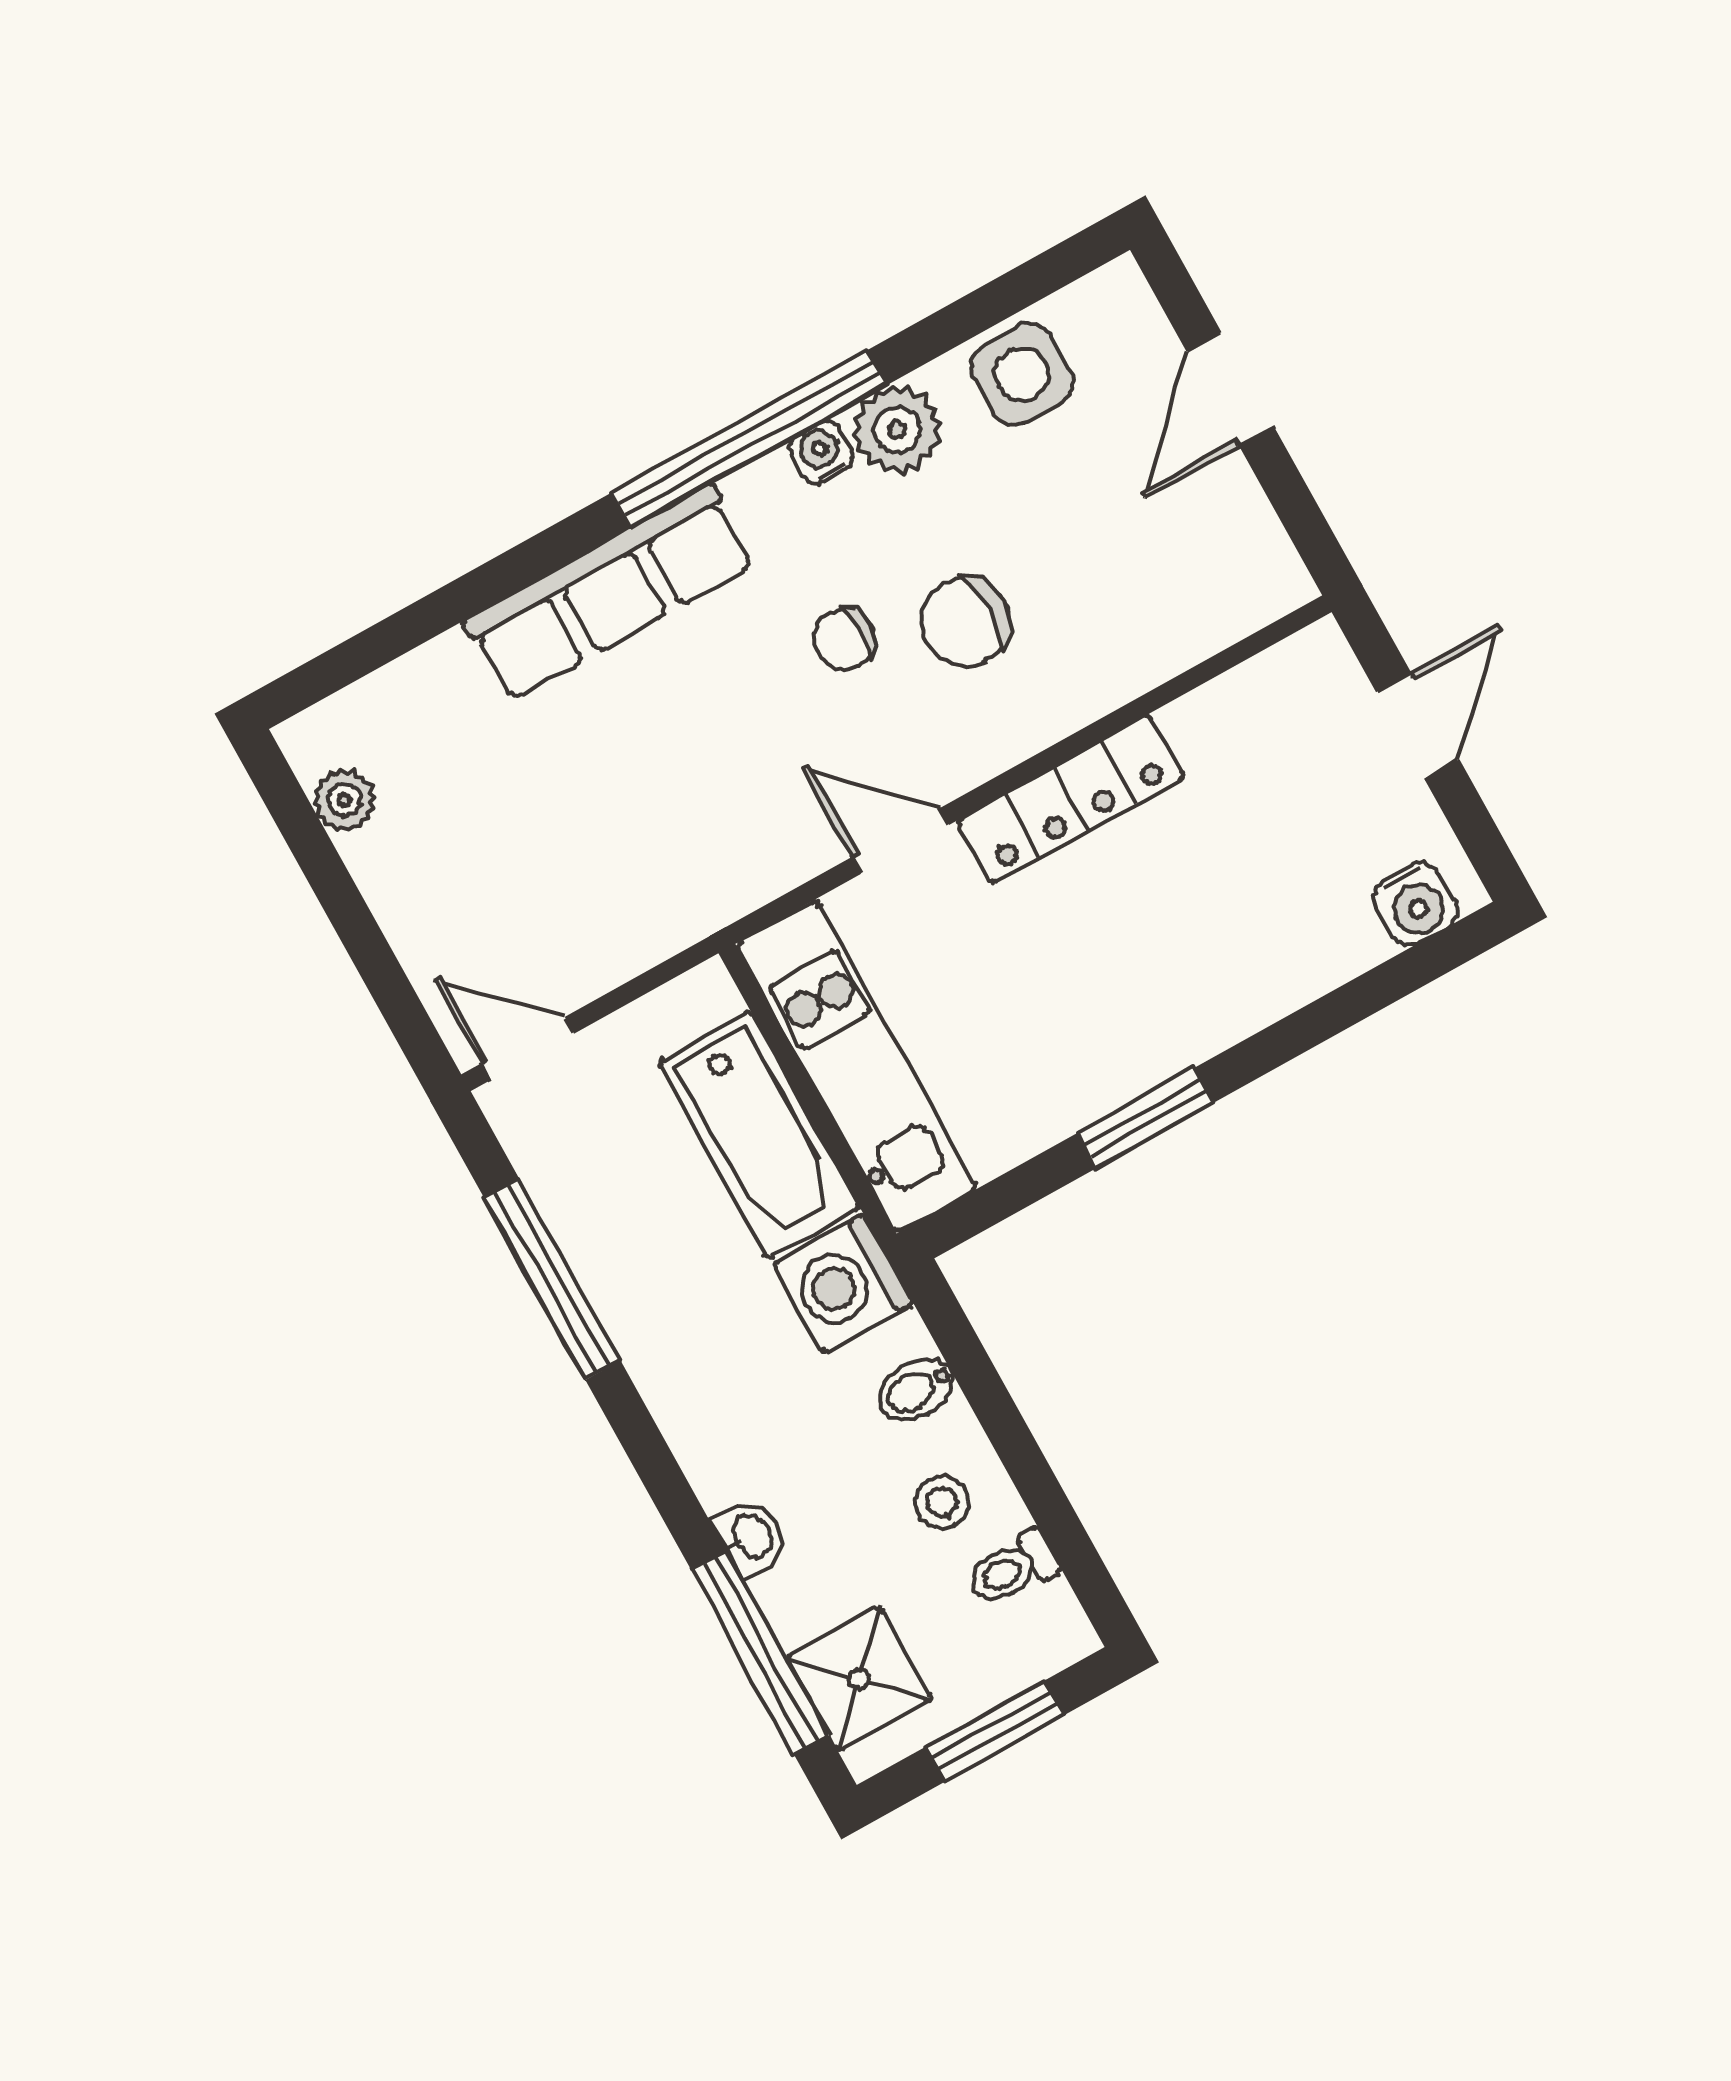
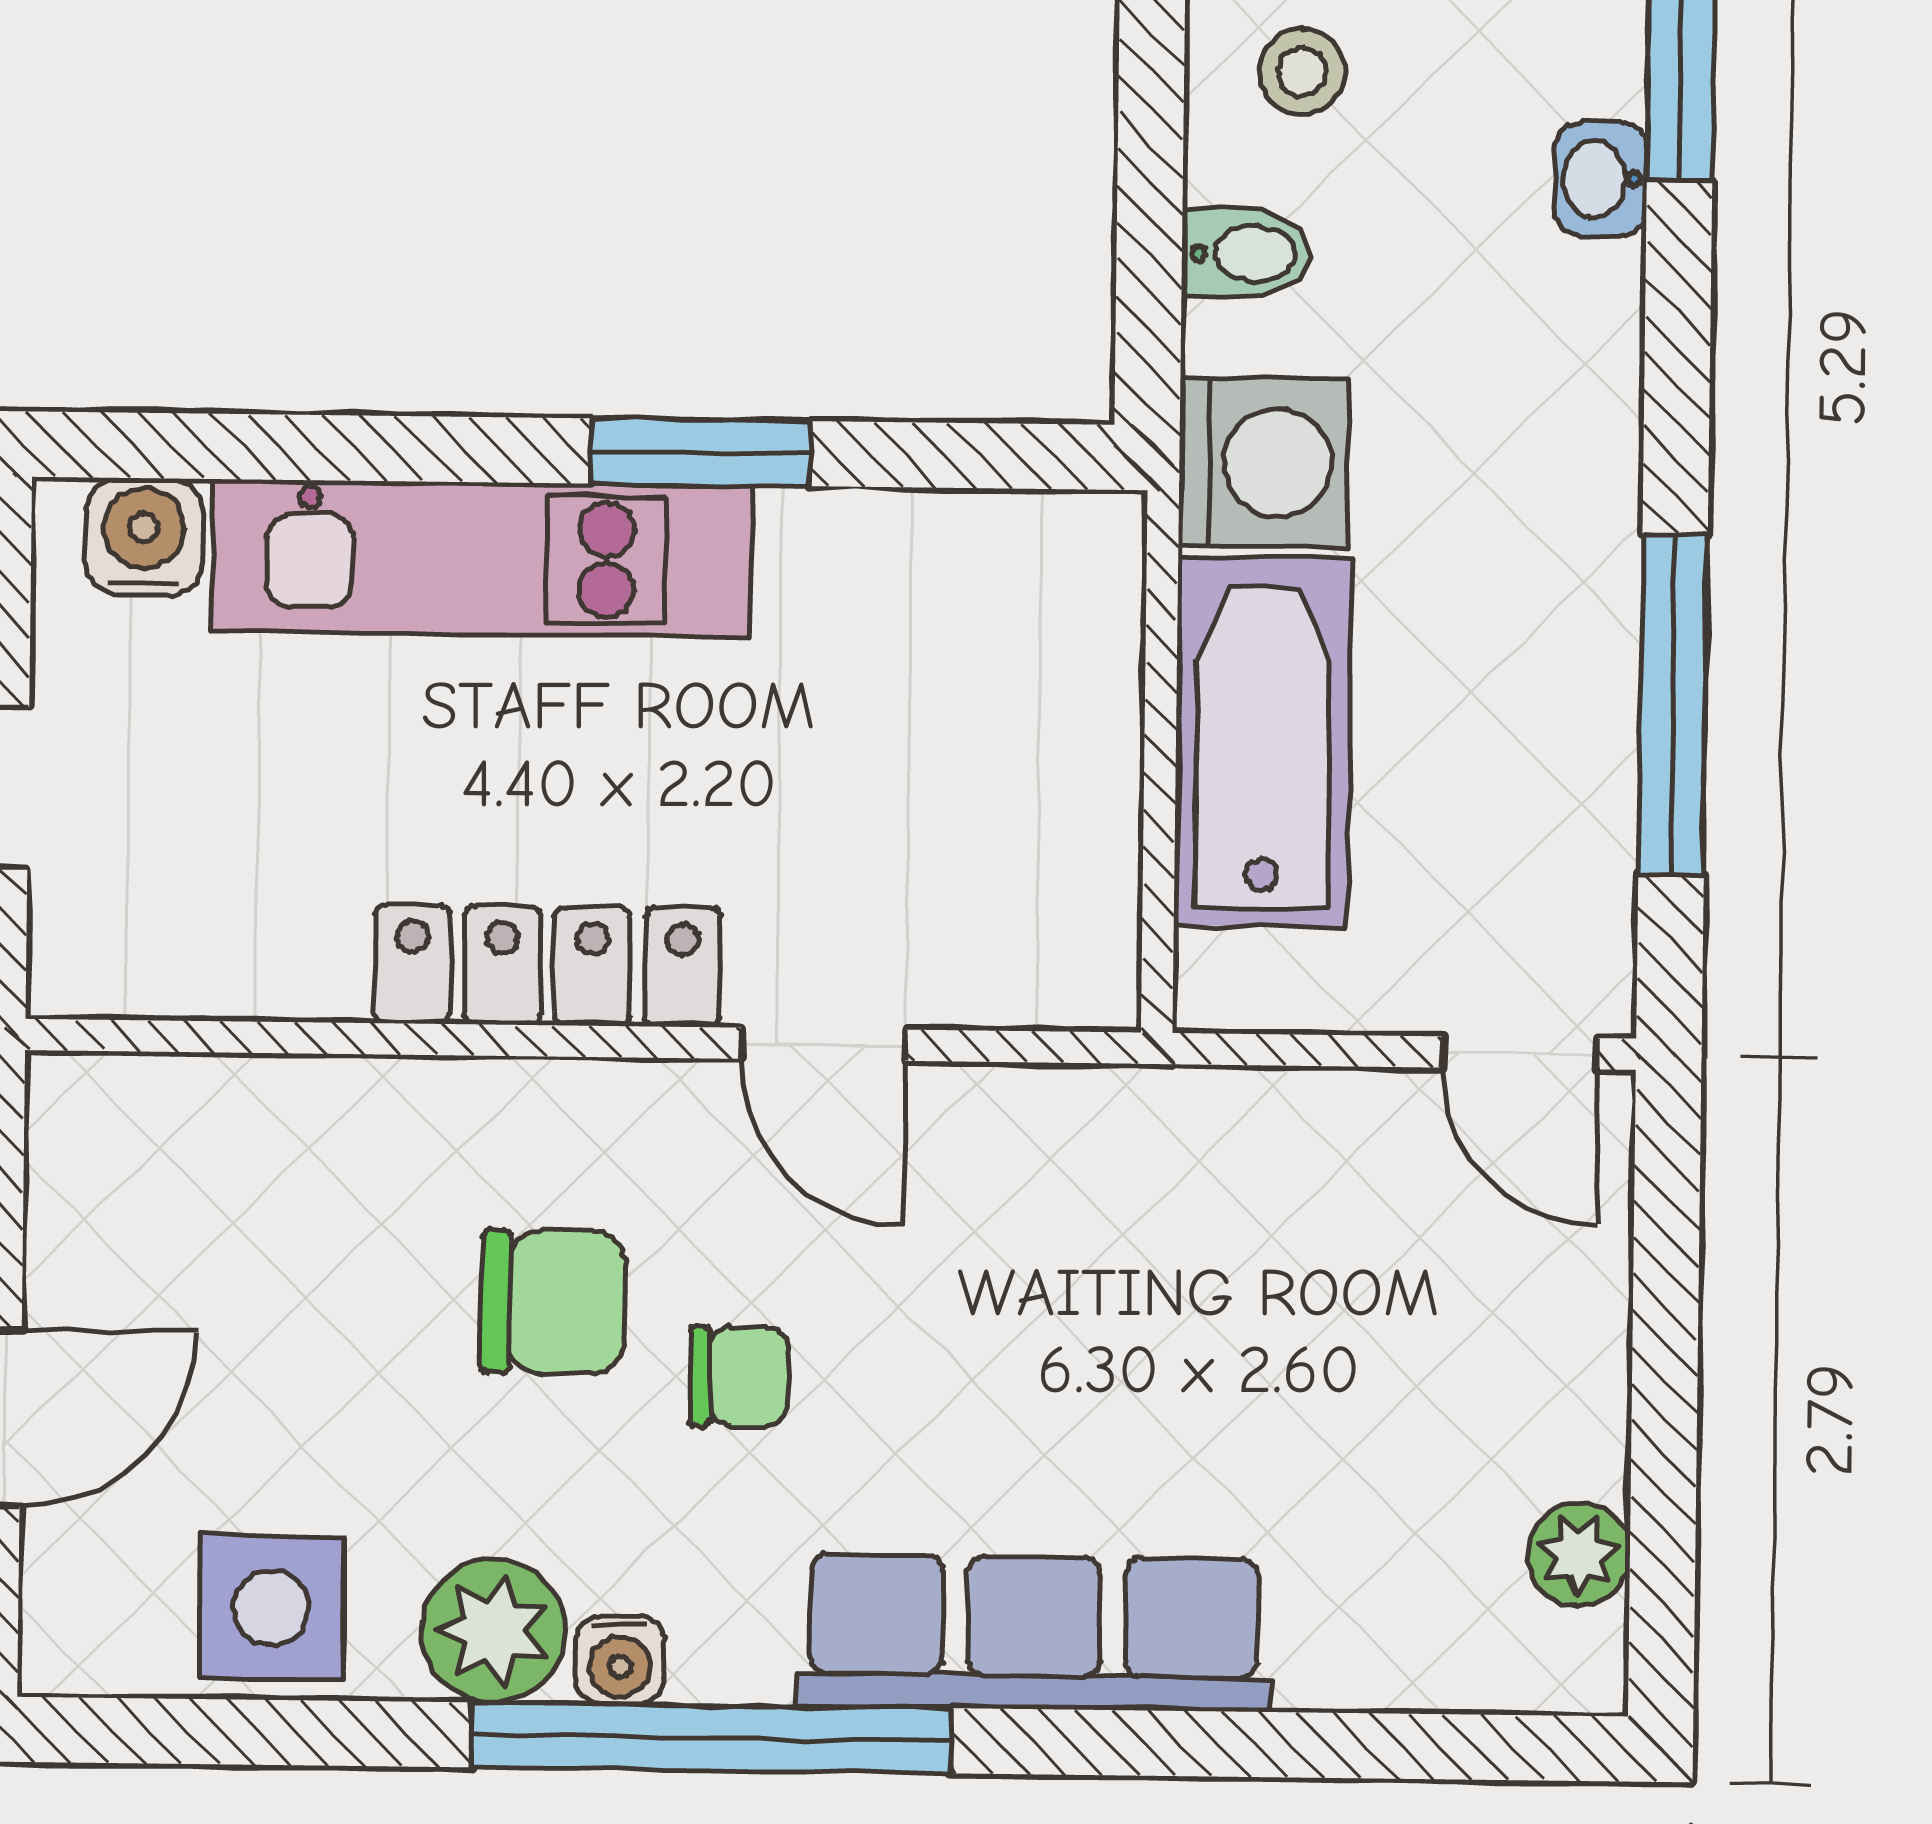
kitchen unit: (857, 1066) -> (482, 558), moved, turned -90

